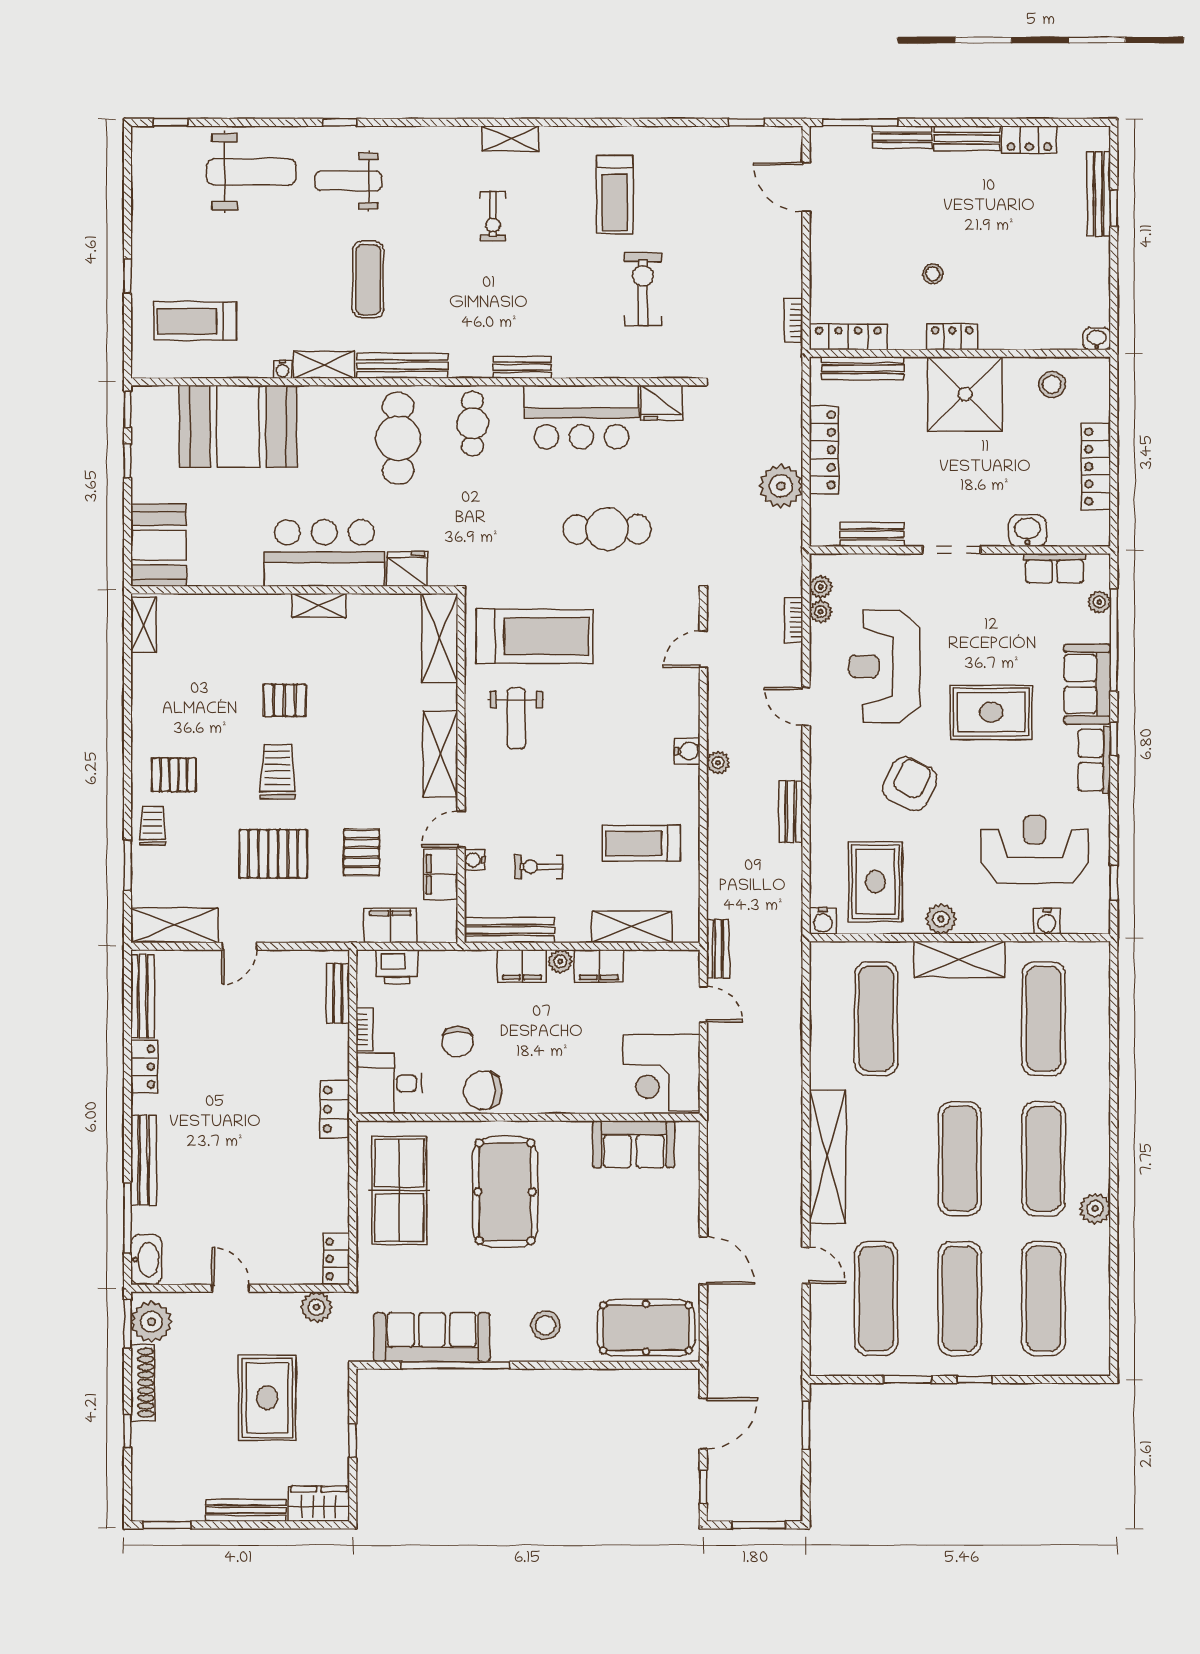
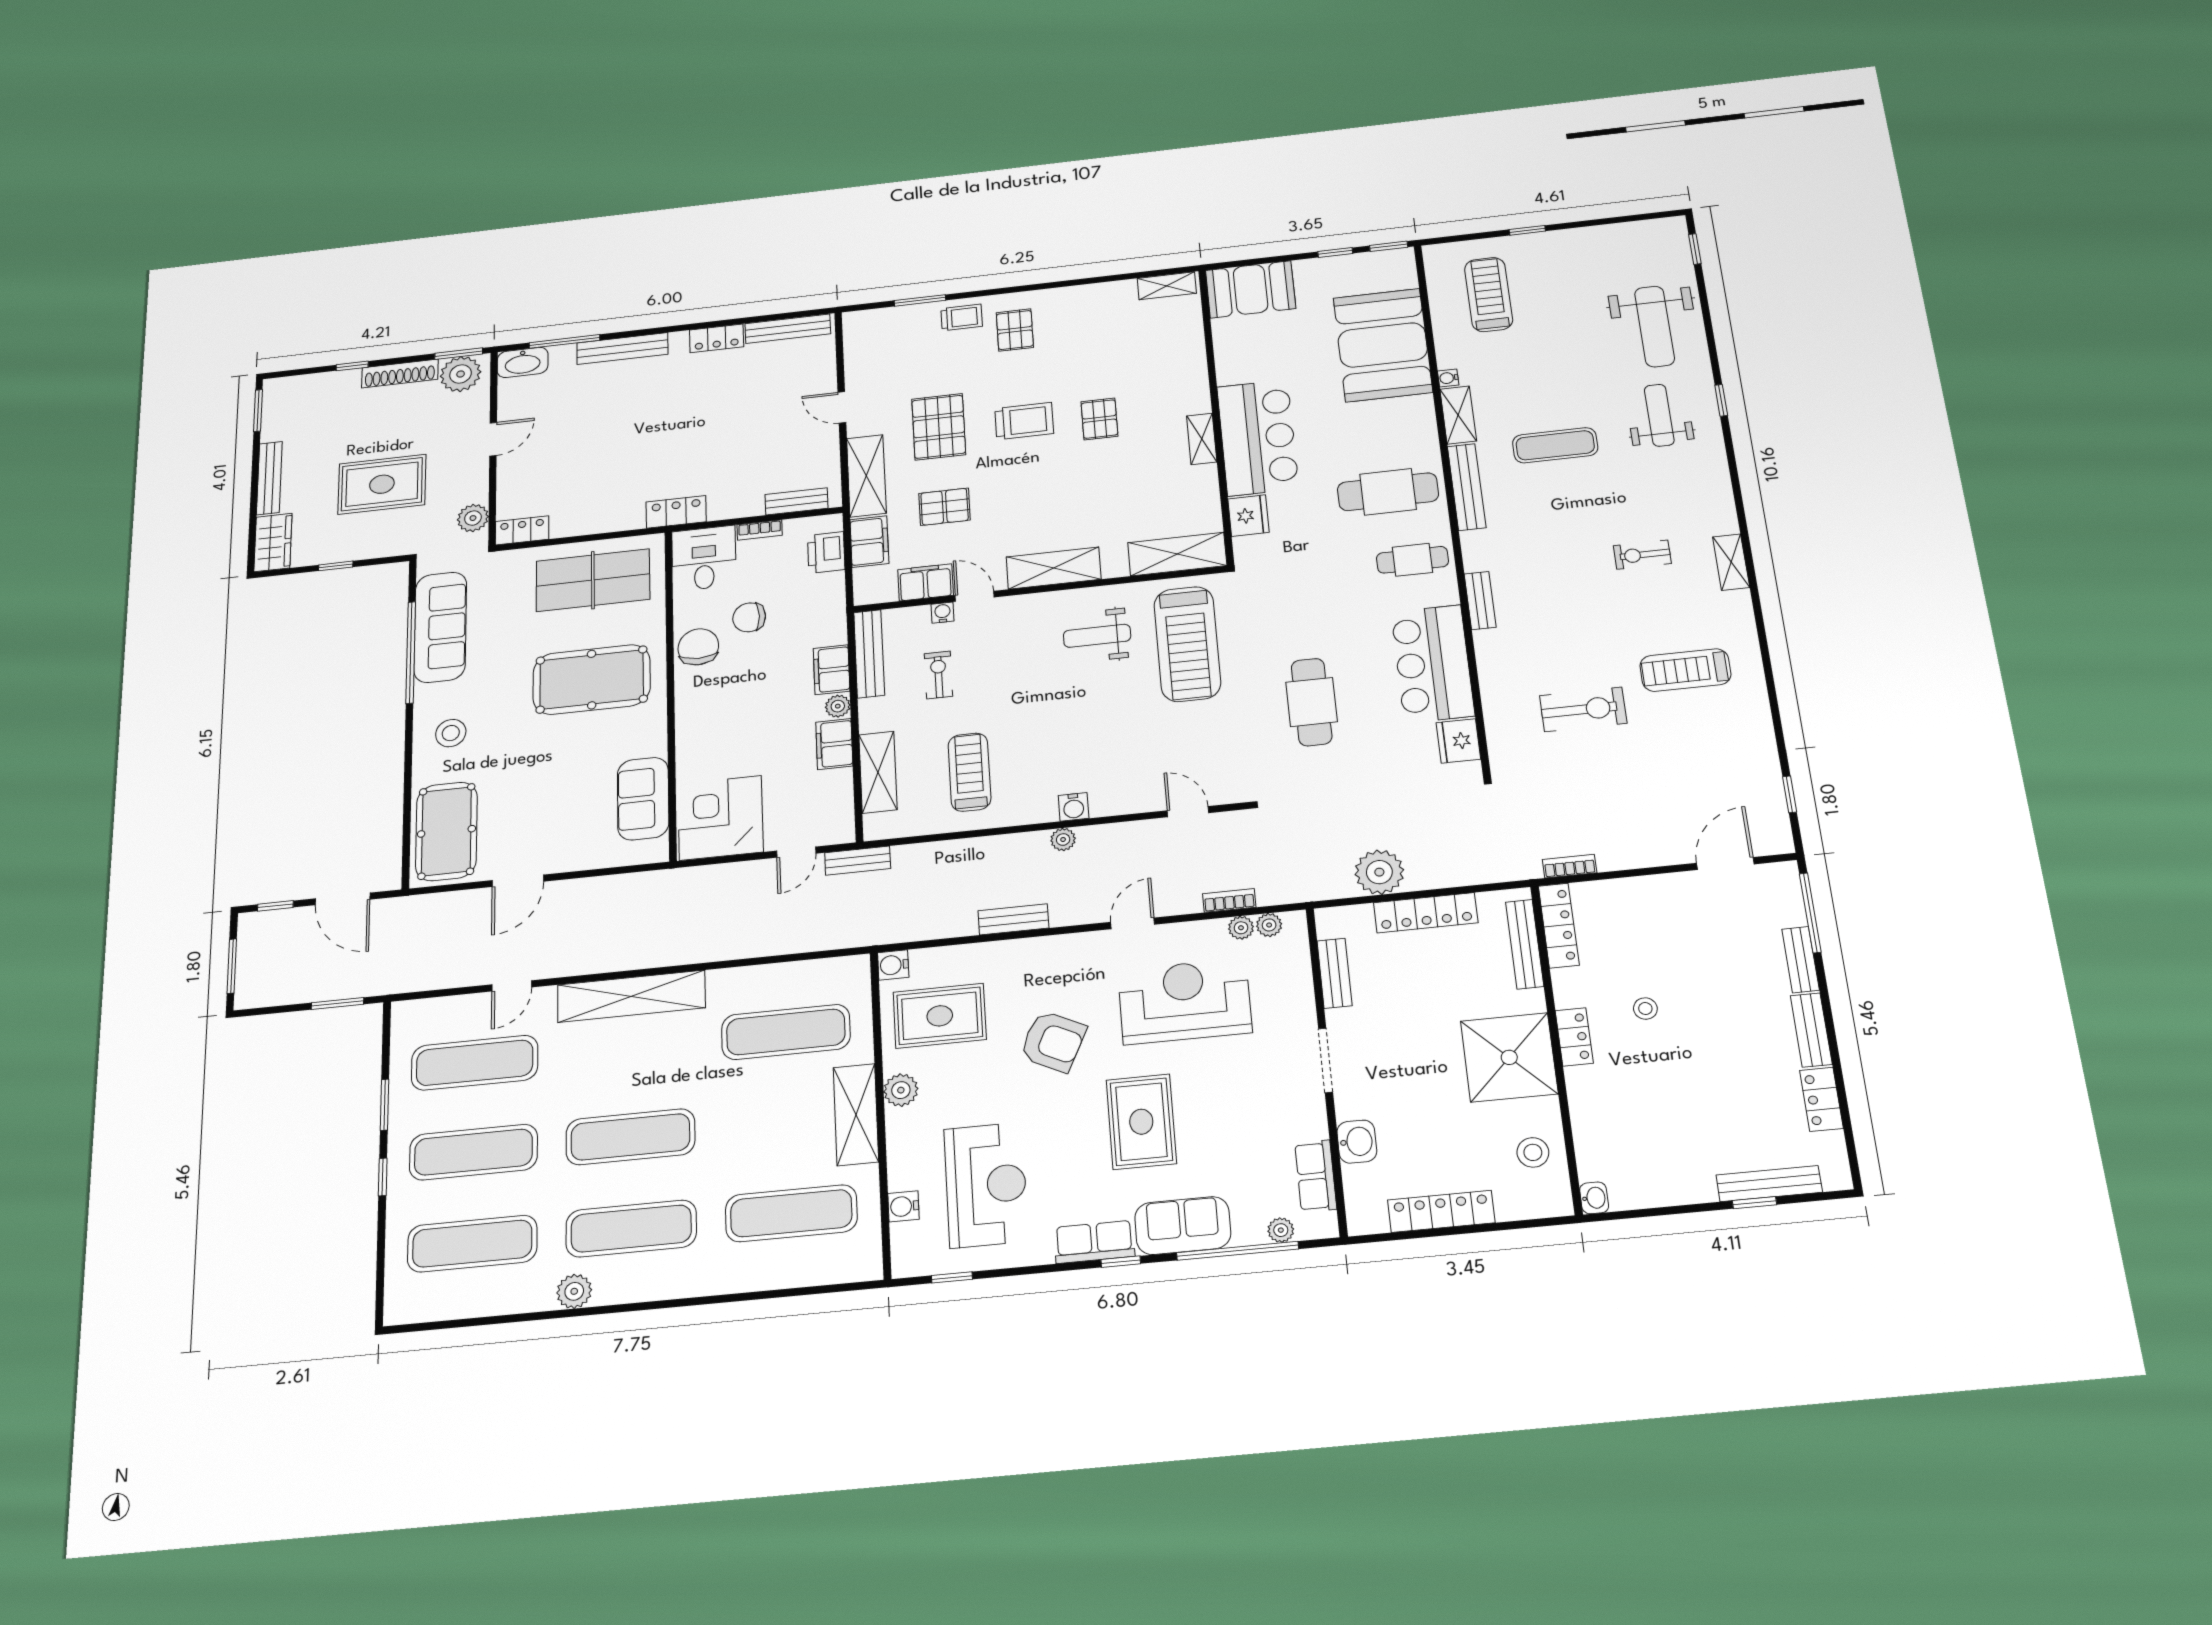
shelving: (174, 925) -> (866, 476), moved

